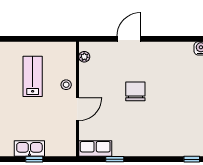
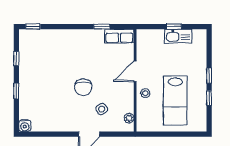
side table: (115, 67) -> (102, 109), added
lab bench: (33, 76) -> (175, 101), width x1.36, depth x1.39

